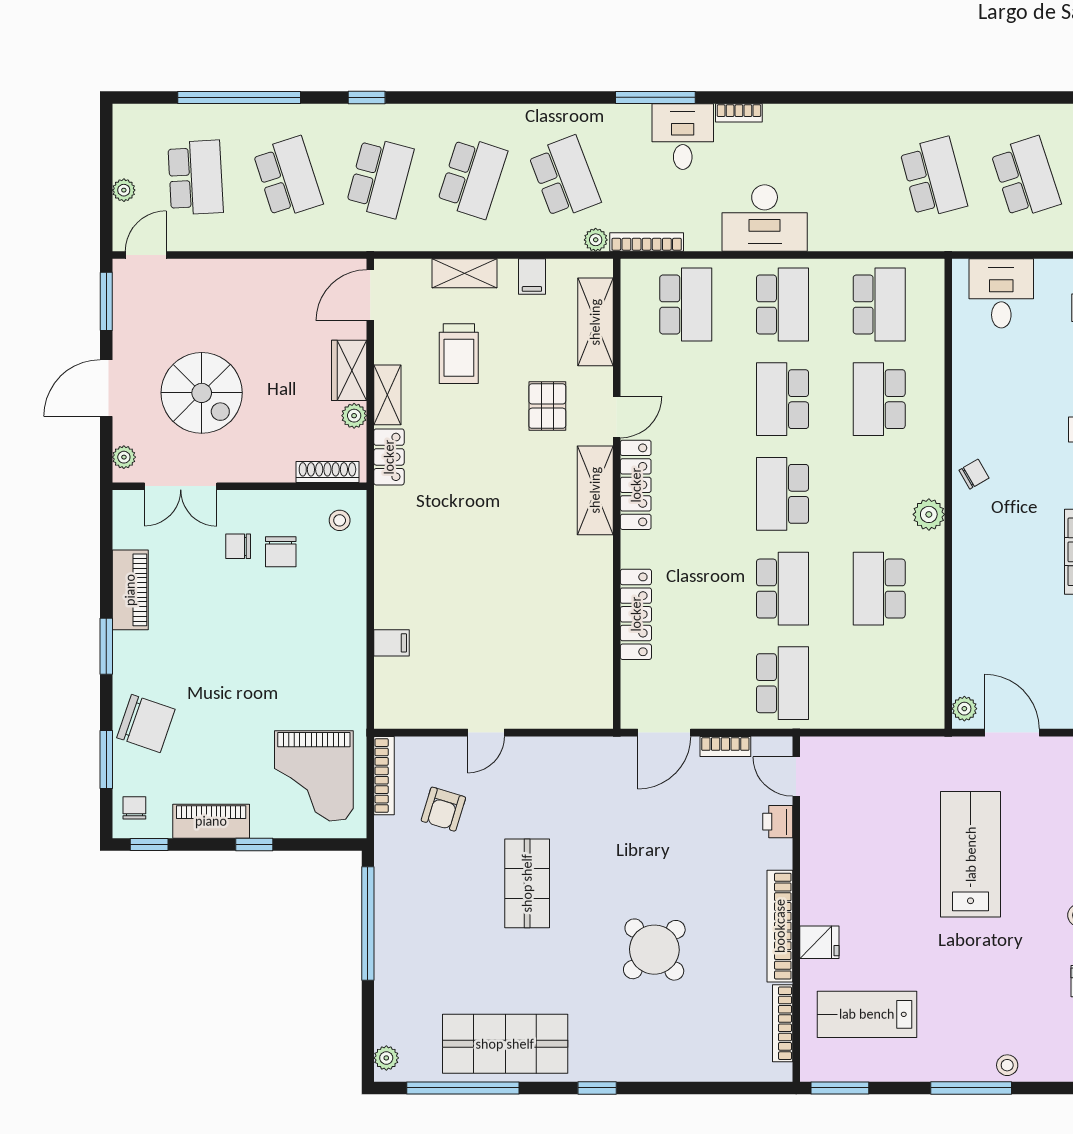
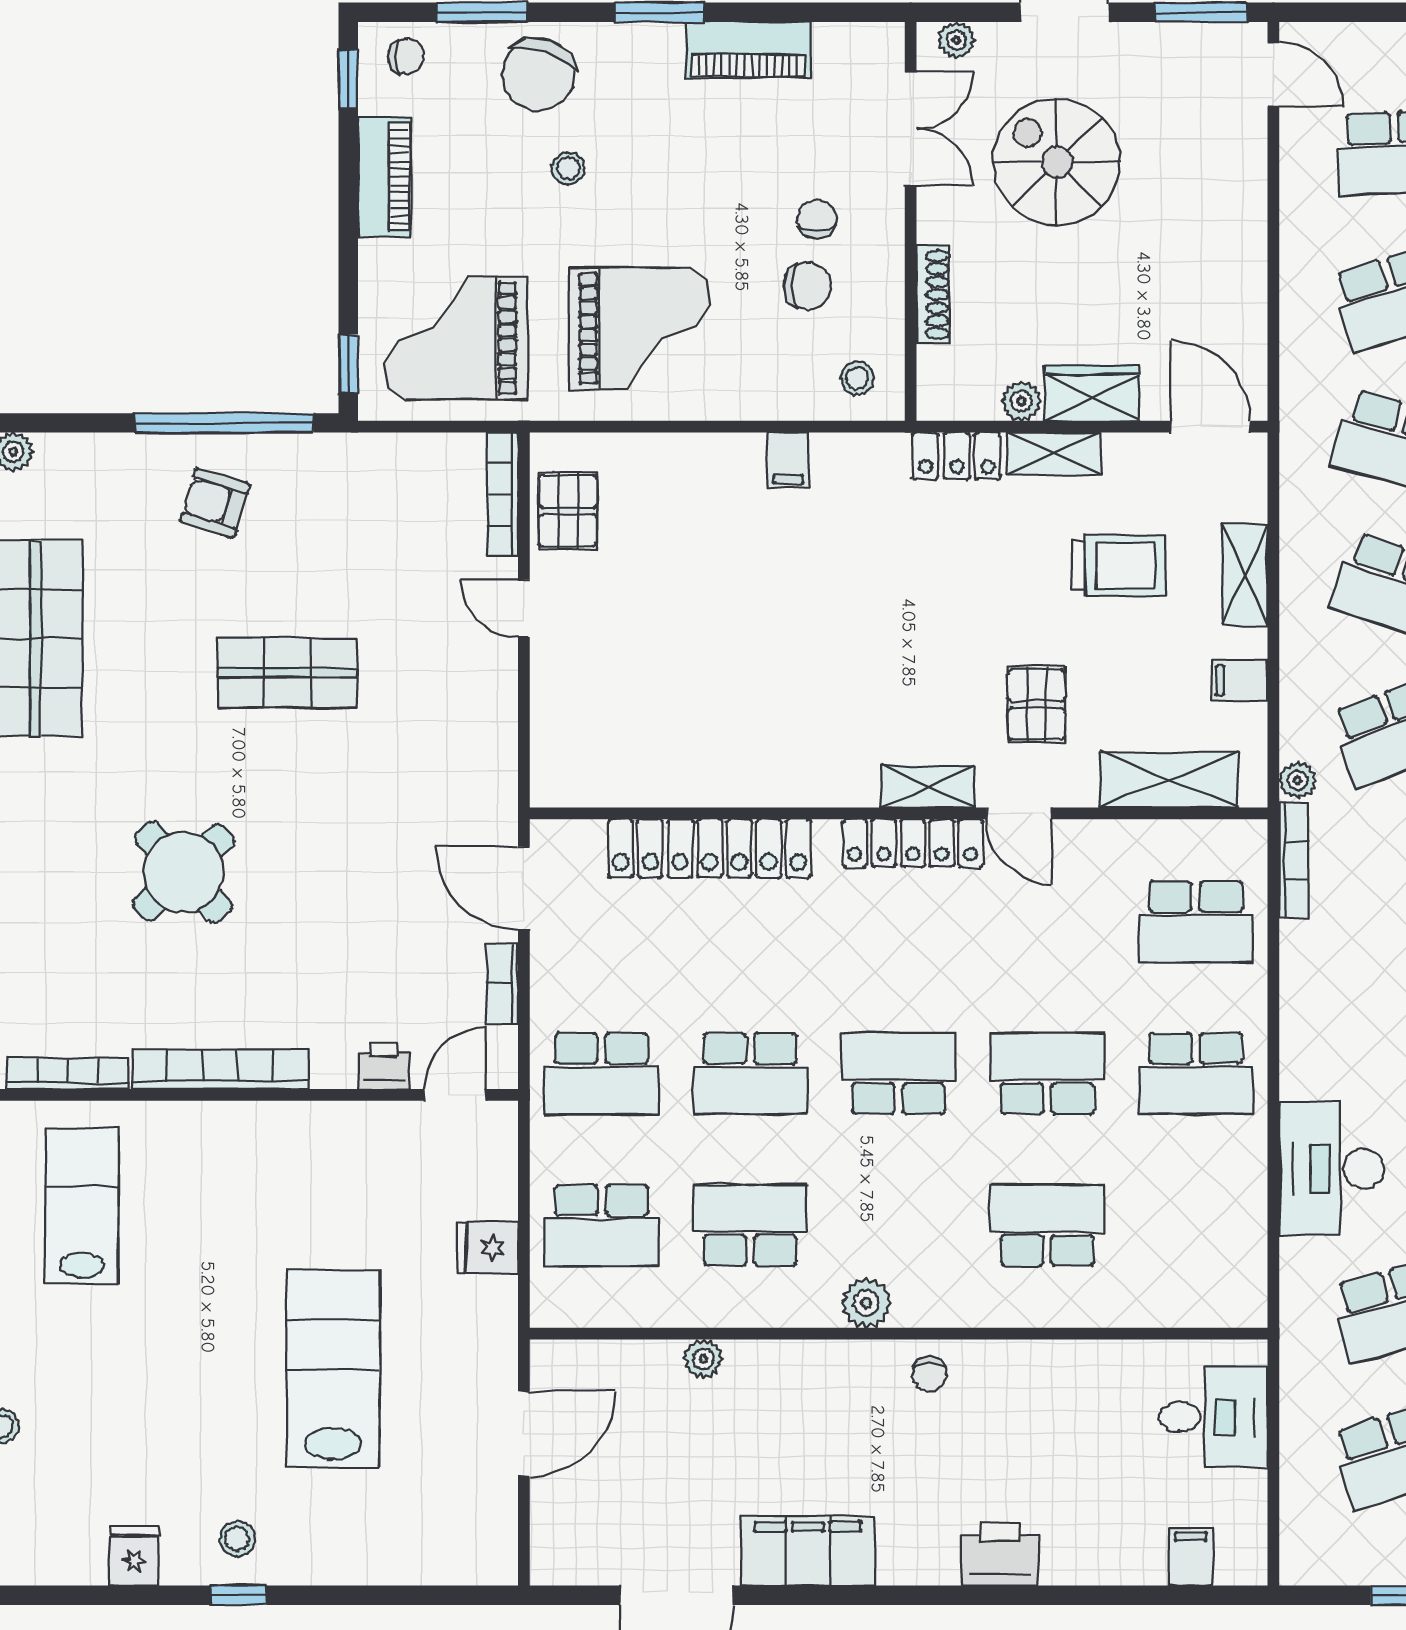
plant: (124, 190) -> (1375, 40), removed
desk: (765, 218) -> (1332, 1169), moved
school desk: (879, 304) -> (602, 1225), moved
trolley: (459, 354) -> (1119, 566), turned 180
spiral stairs: (202, 393) -> (1057, 162), turned 90
pallet: (547, 406) -> (1036, 704), turned 90
shoe rack: (327, 472) -> (933, 295), moved
chair: (974, 474) -> (930, 1374), turned 30
double door: (181, 486) -> (911, 129), swing flipped
shelving: (595, 490) -> (928, 787), width x0.67, depth x0.75
chair: (281, 552) -> (808, 286), turned 180
locker: (636, 614) -> (710, 848), width x1.41, depth x1.21
filing cabinet: (392, 643) -> (788, 460), moved
grand piano: (308, 659) -> (639, 329), added
stool: (206, 704) -> (568, 168), added
pallet: (424, 705) -> (568, 511), added
plant: (964, 709) -> (703, 1359), moved
bookcase: (384, 776) -> (502, 494), moved, turned 90
armchair: (443, 809) -> (215, 503), moved
window: (254, 845) -> (348, 364), moved
lab bench: (971, 854) -> (333, 1369), turned -90
fridge: (819, 942) -> (488, 1248), moved, turned 90

